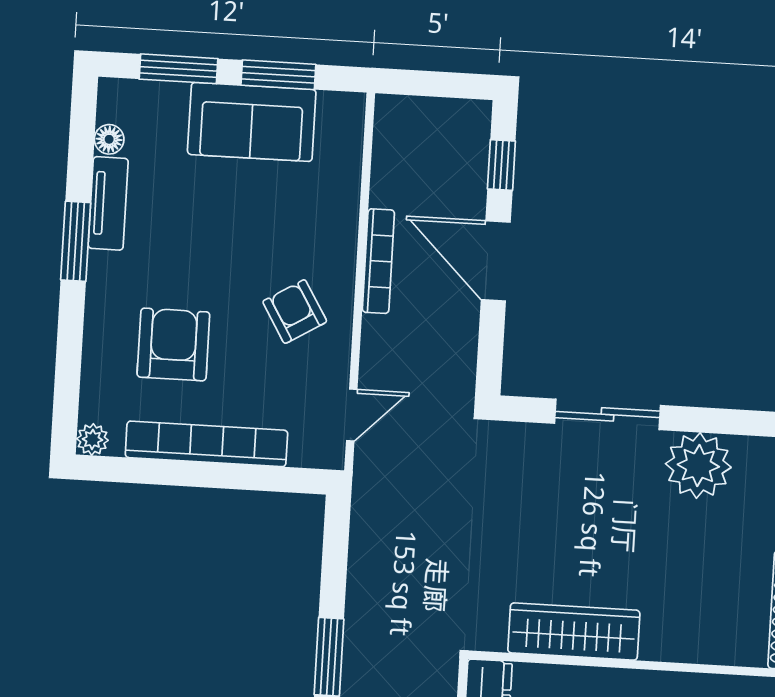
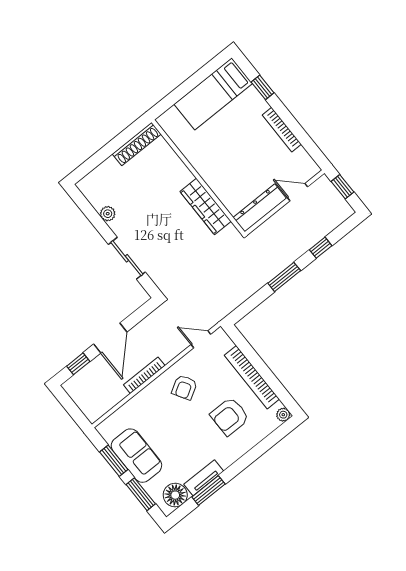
floor lamp: (109, 139) -> (175, 495), width x1.89, depth x1.89
window: (76, 241) -> (208, 491), moved
plant: (698, 466) -> (108, 214), width x0.53, depth x0.53

